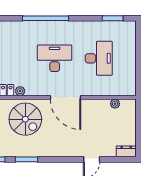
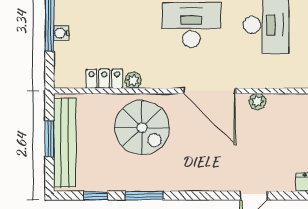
plant: (115, 104) -> (257, 102), moved

